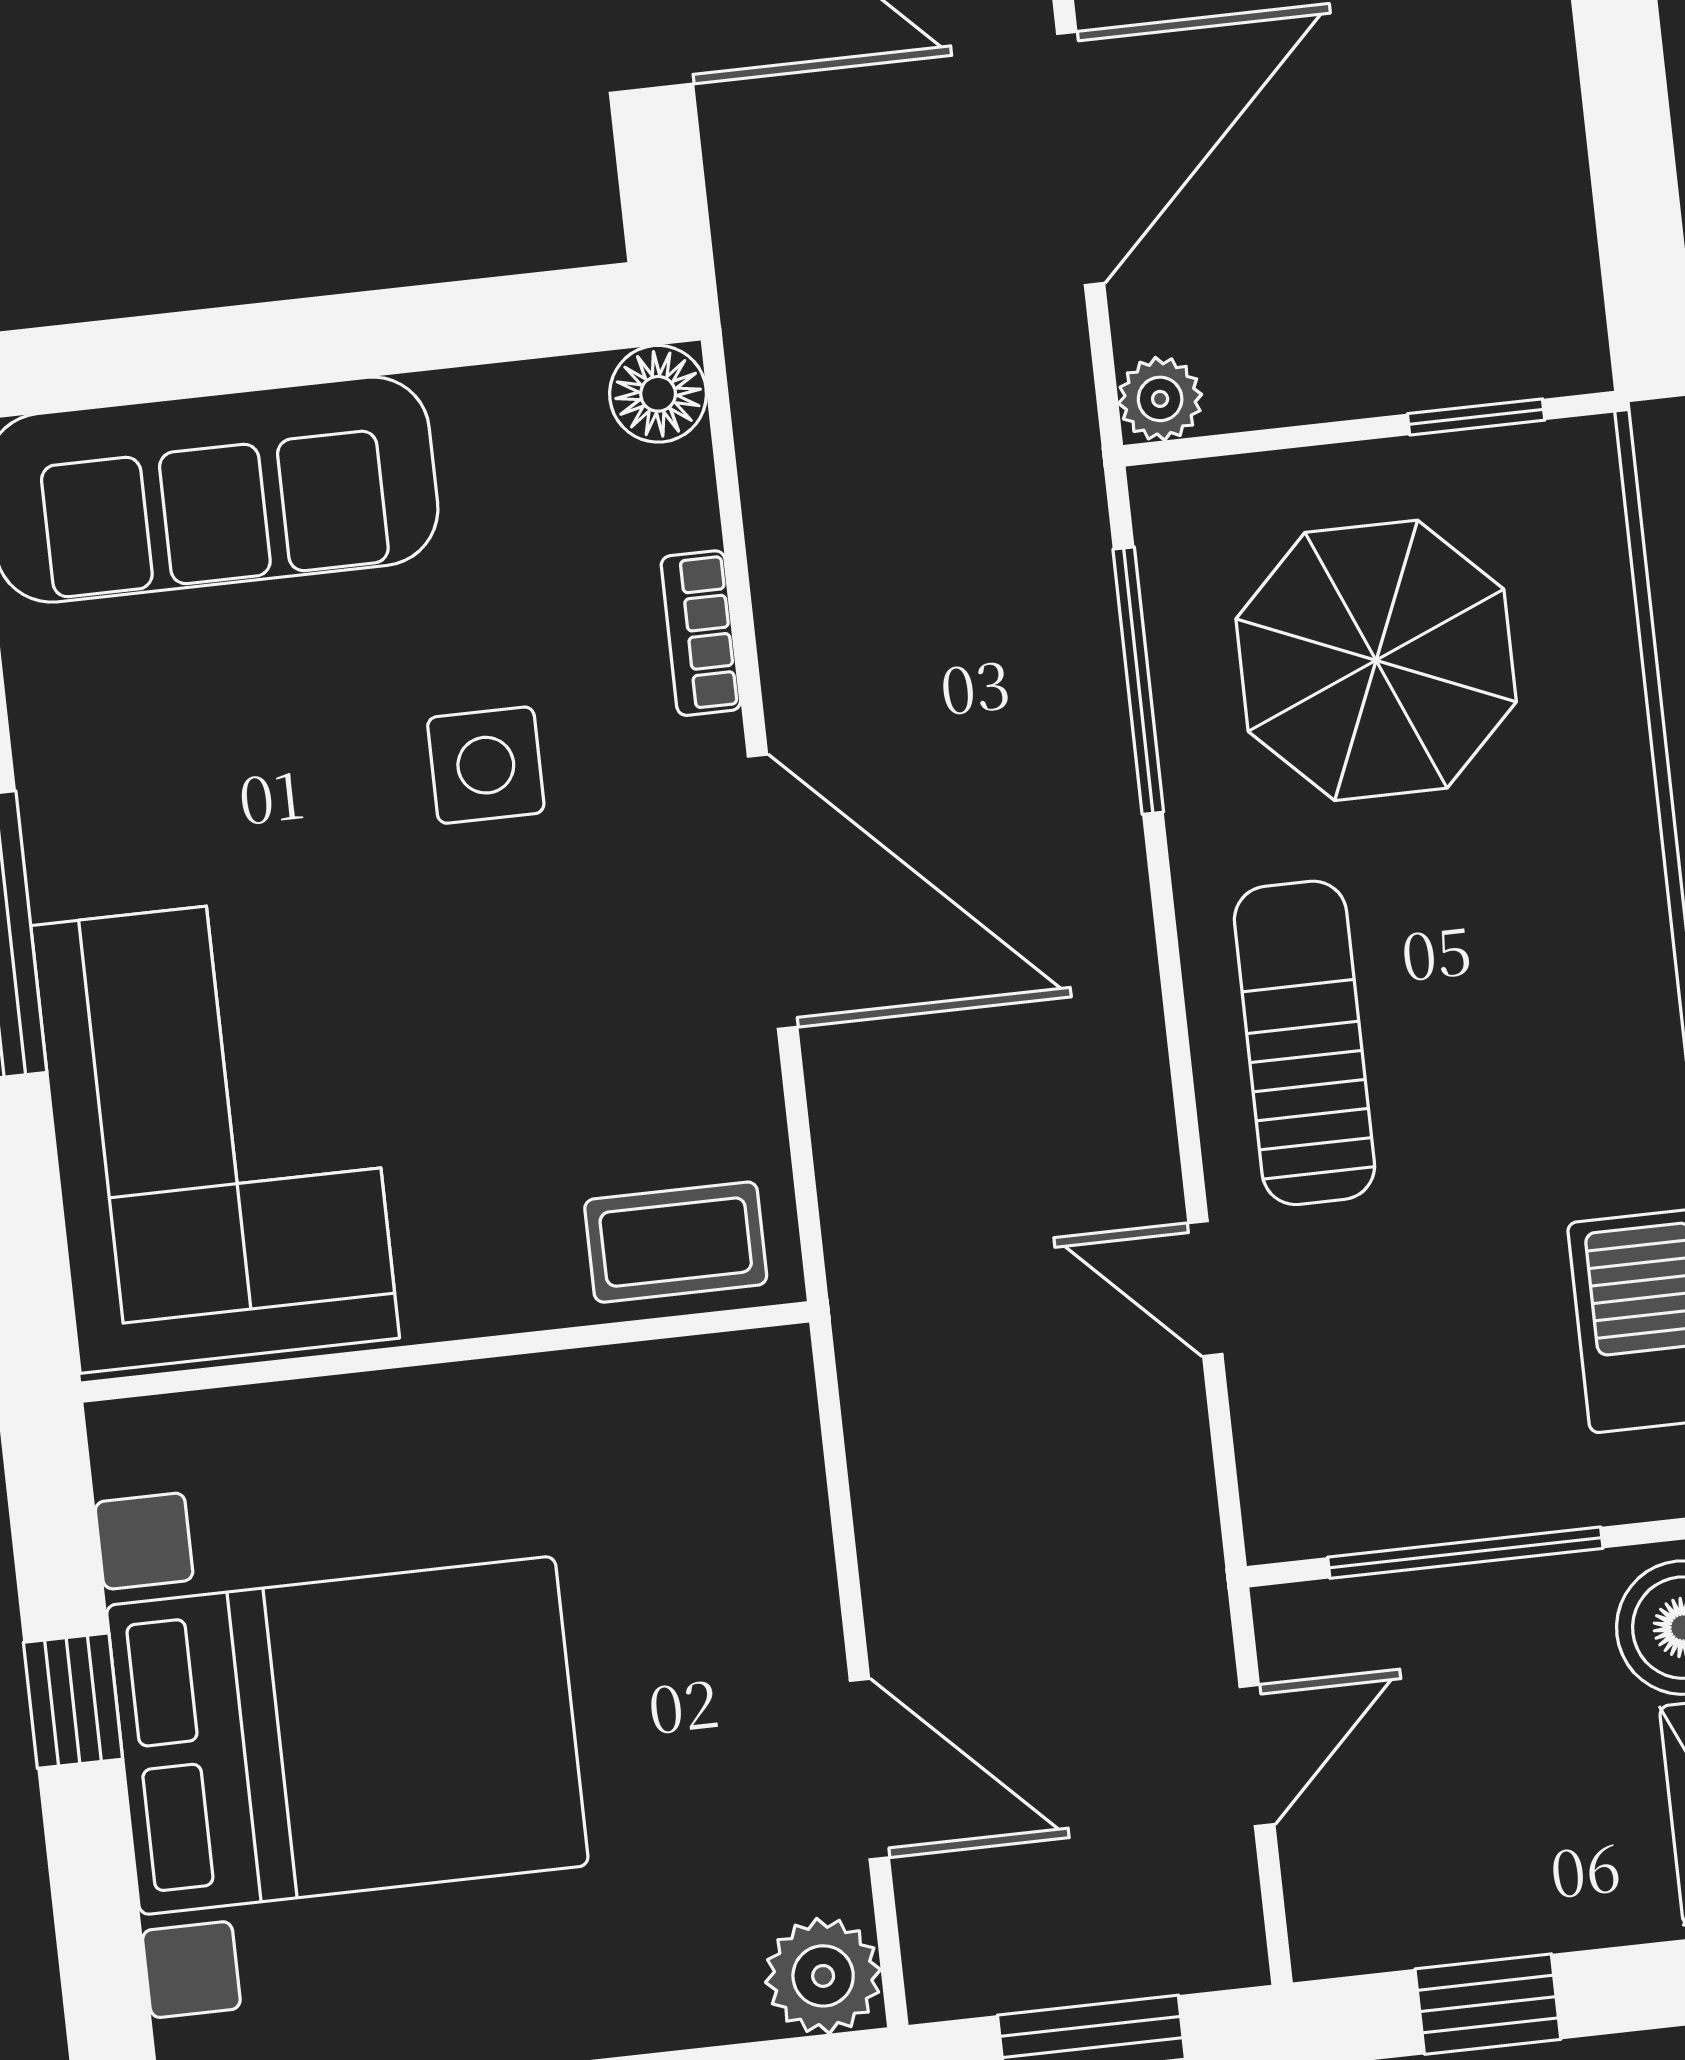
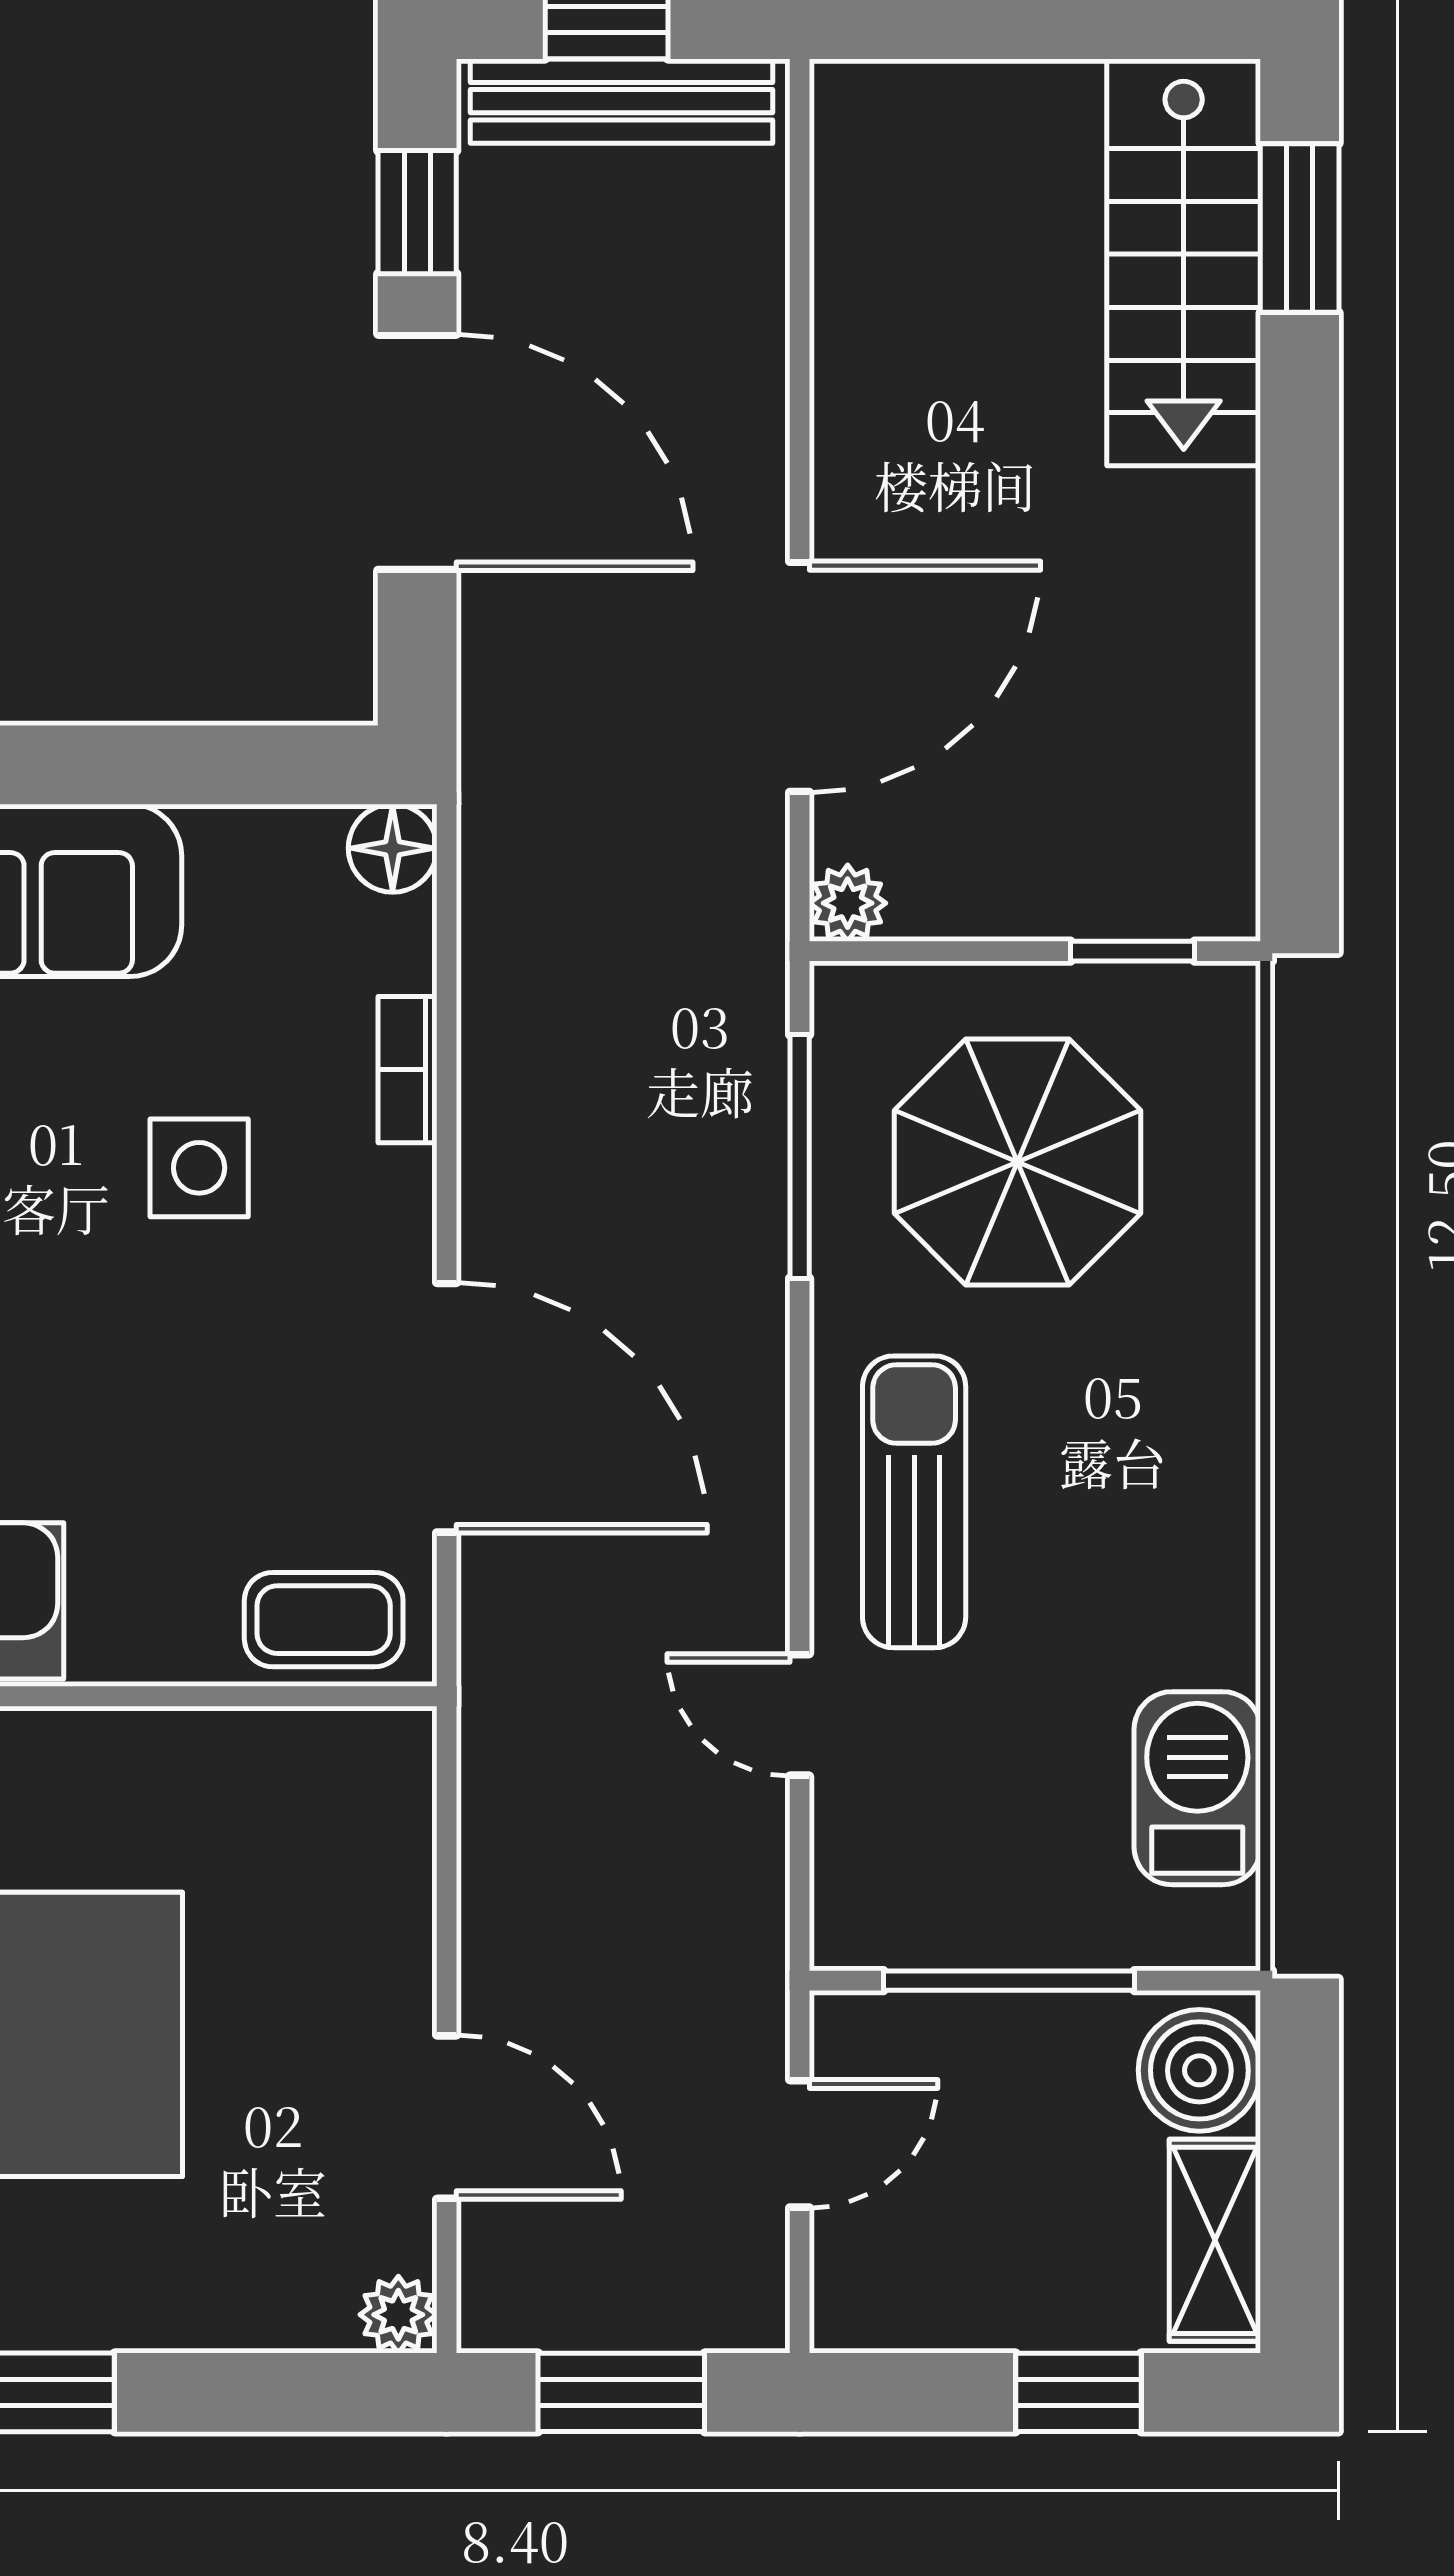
door: (773, 892) -> (447, 1408), moved
plant: (823, 1976) -> (398, 2315), width x0.73, depth x0.73
window: (1488, 2004) -> (1078, 2392), moved

